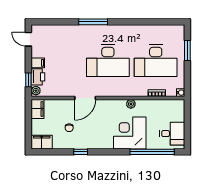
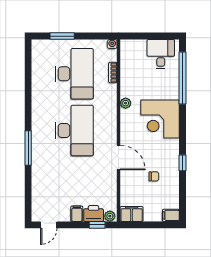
corner desk: (130, 133) -> (160, 119), moved
filing cabinet: (42, 142) -> (171, 215), width x0.50

